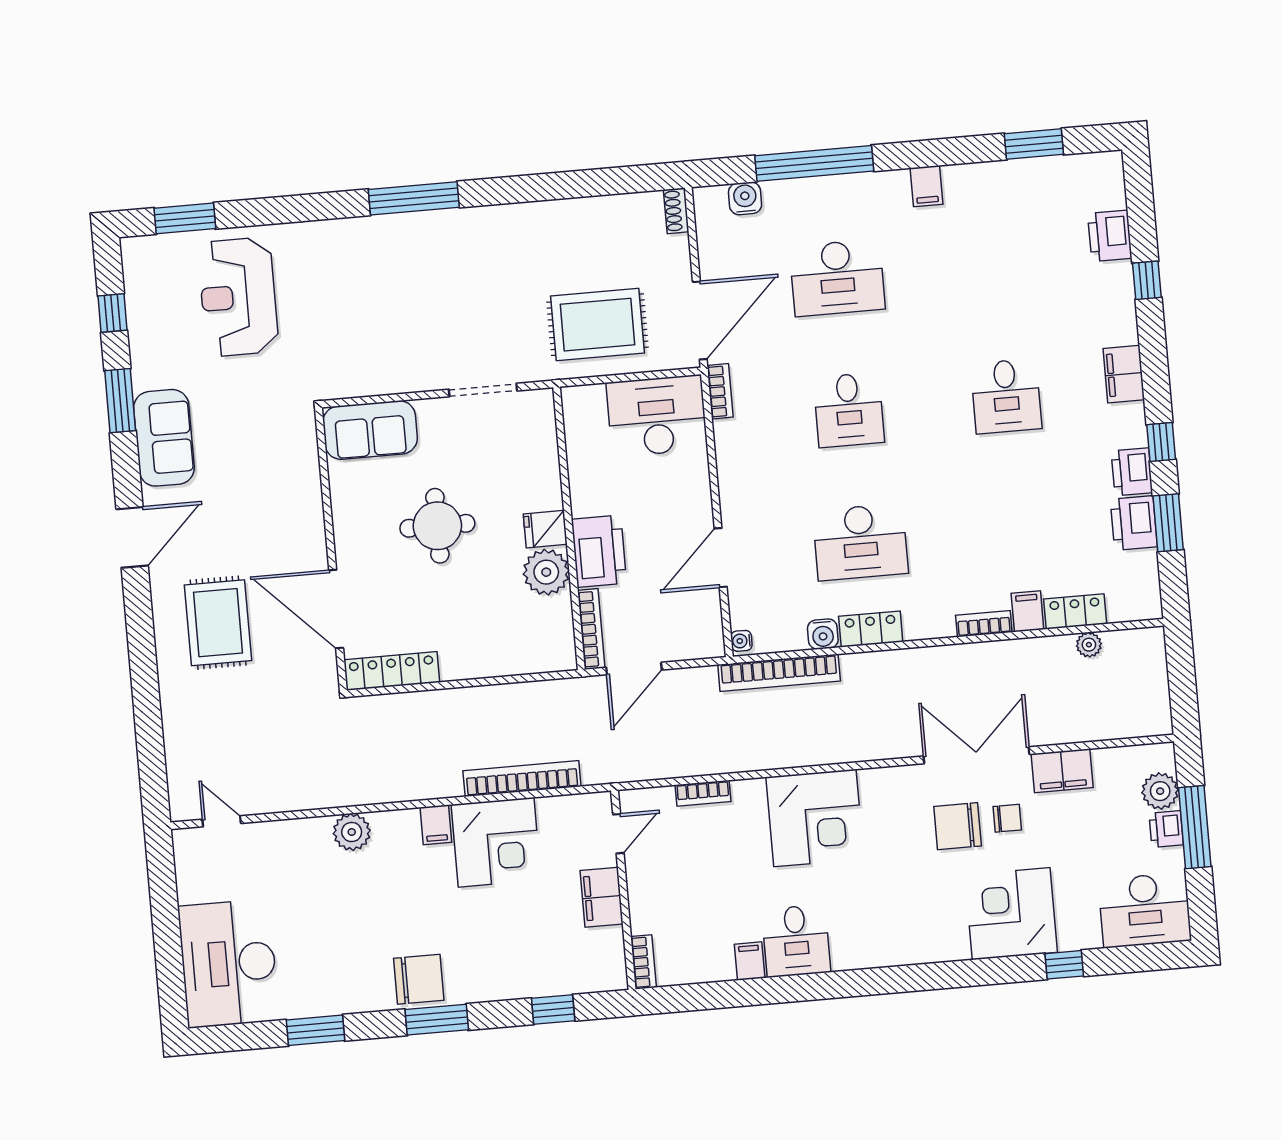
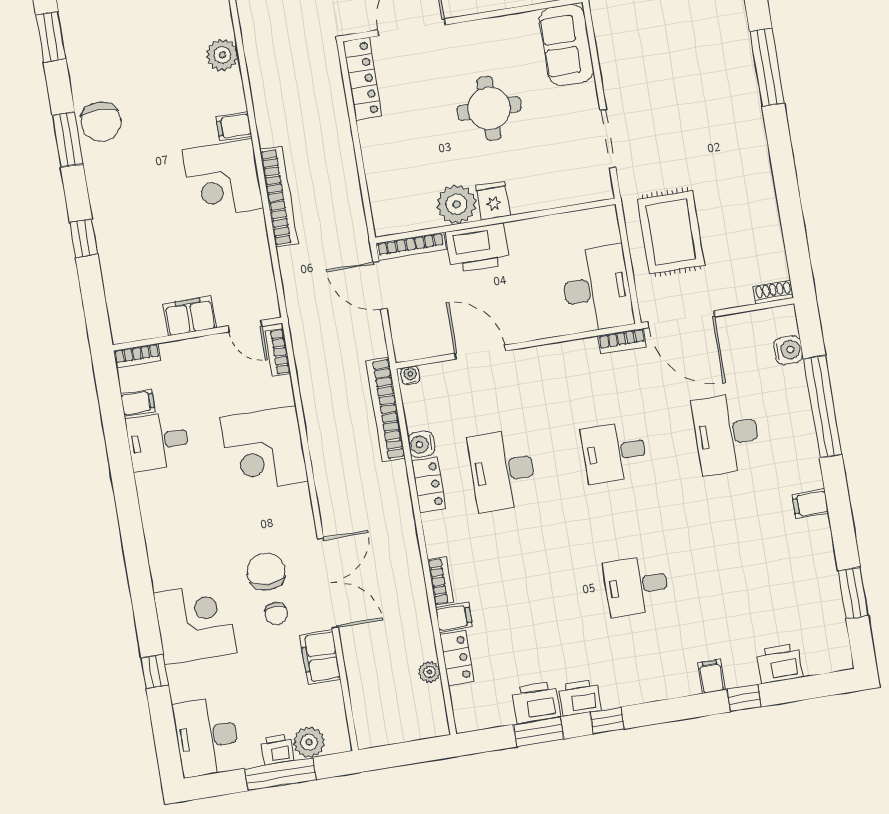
filing cabinet: (1124, 374) -> (711, 676), moved, width x0.50
door: (618, 834) -> (245, 326), moved
wall: (623, 890) -> (197, 334), moved
filing cabinet: (602, 897) -> (190, 316), moved
bookcase: (643, 962) -> (137, 356), moved

